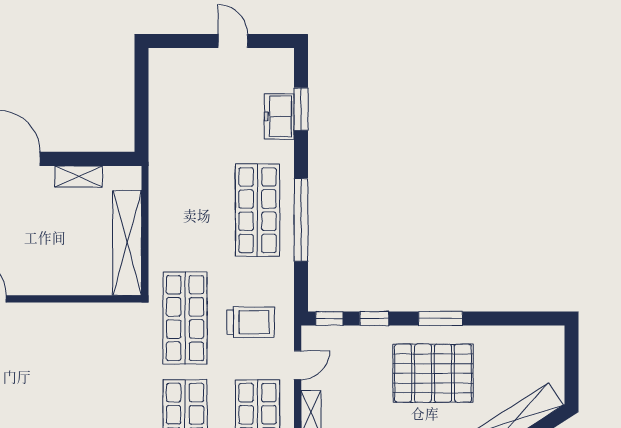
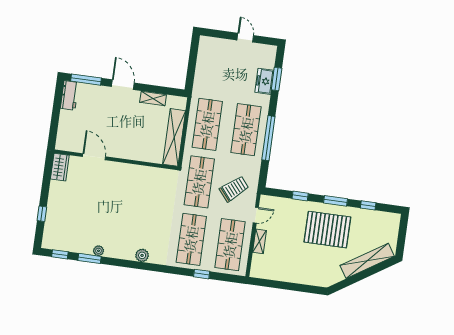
shop shelf: (185, 210) -> (207, 124), added
window: (329, 318) -> (368, 205), moved
trolley: (251, 322) -> (234, 189), turned -40

